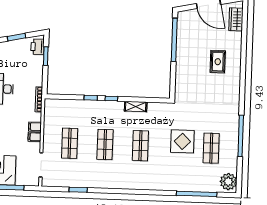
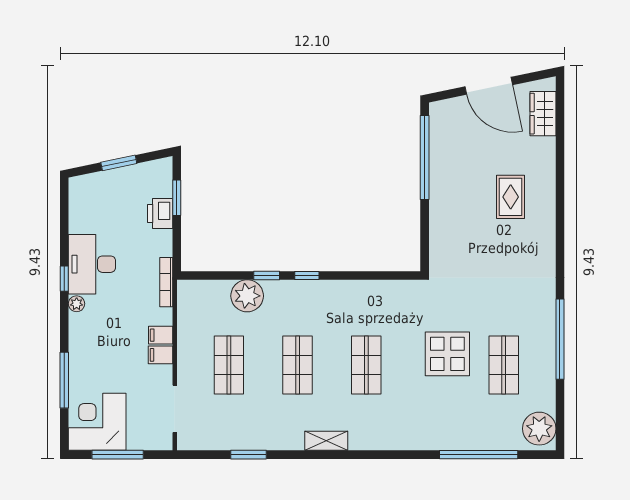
printer: (38, 47) -> (160, 214), moved
shelving: (136, 106) -> (326, 441), moved
plant: (80, 108) -> (247, 296), added

